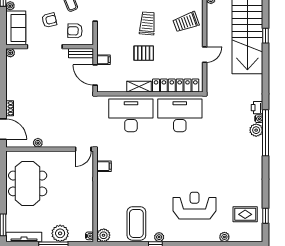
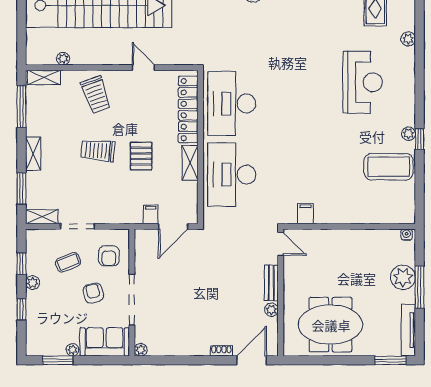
bench: (81, 53) -> (271, 283), moved
reception desk: (195, 206) -> (363, 82), turned 180
plant: (104, 235) -> (406, 214), removed

